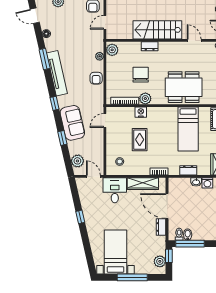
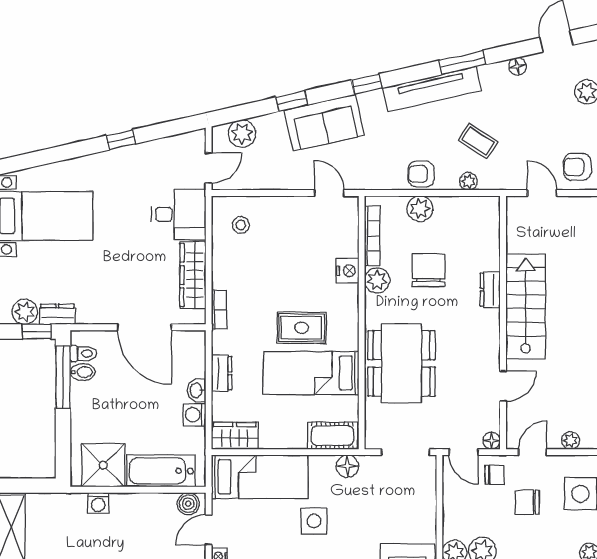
plant: (112, 50) -> (420, 209), moved
coffee table: (81, 52) -> (478, 141), added
chair: (141, 75) -> (429, 270), turned -90
rug: (140, 140) -> (302, 328), moved
door: (167, 206) -> (145, 327), swing flipped
dresser: (161, 227) -> (57, 314), moved

